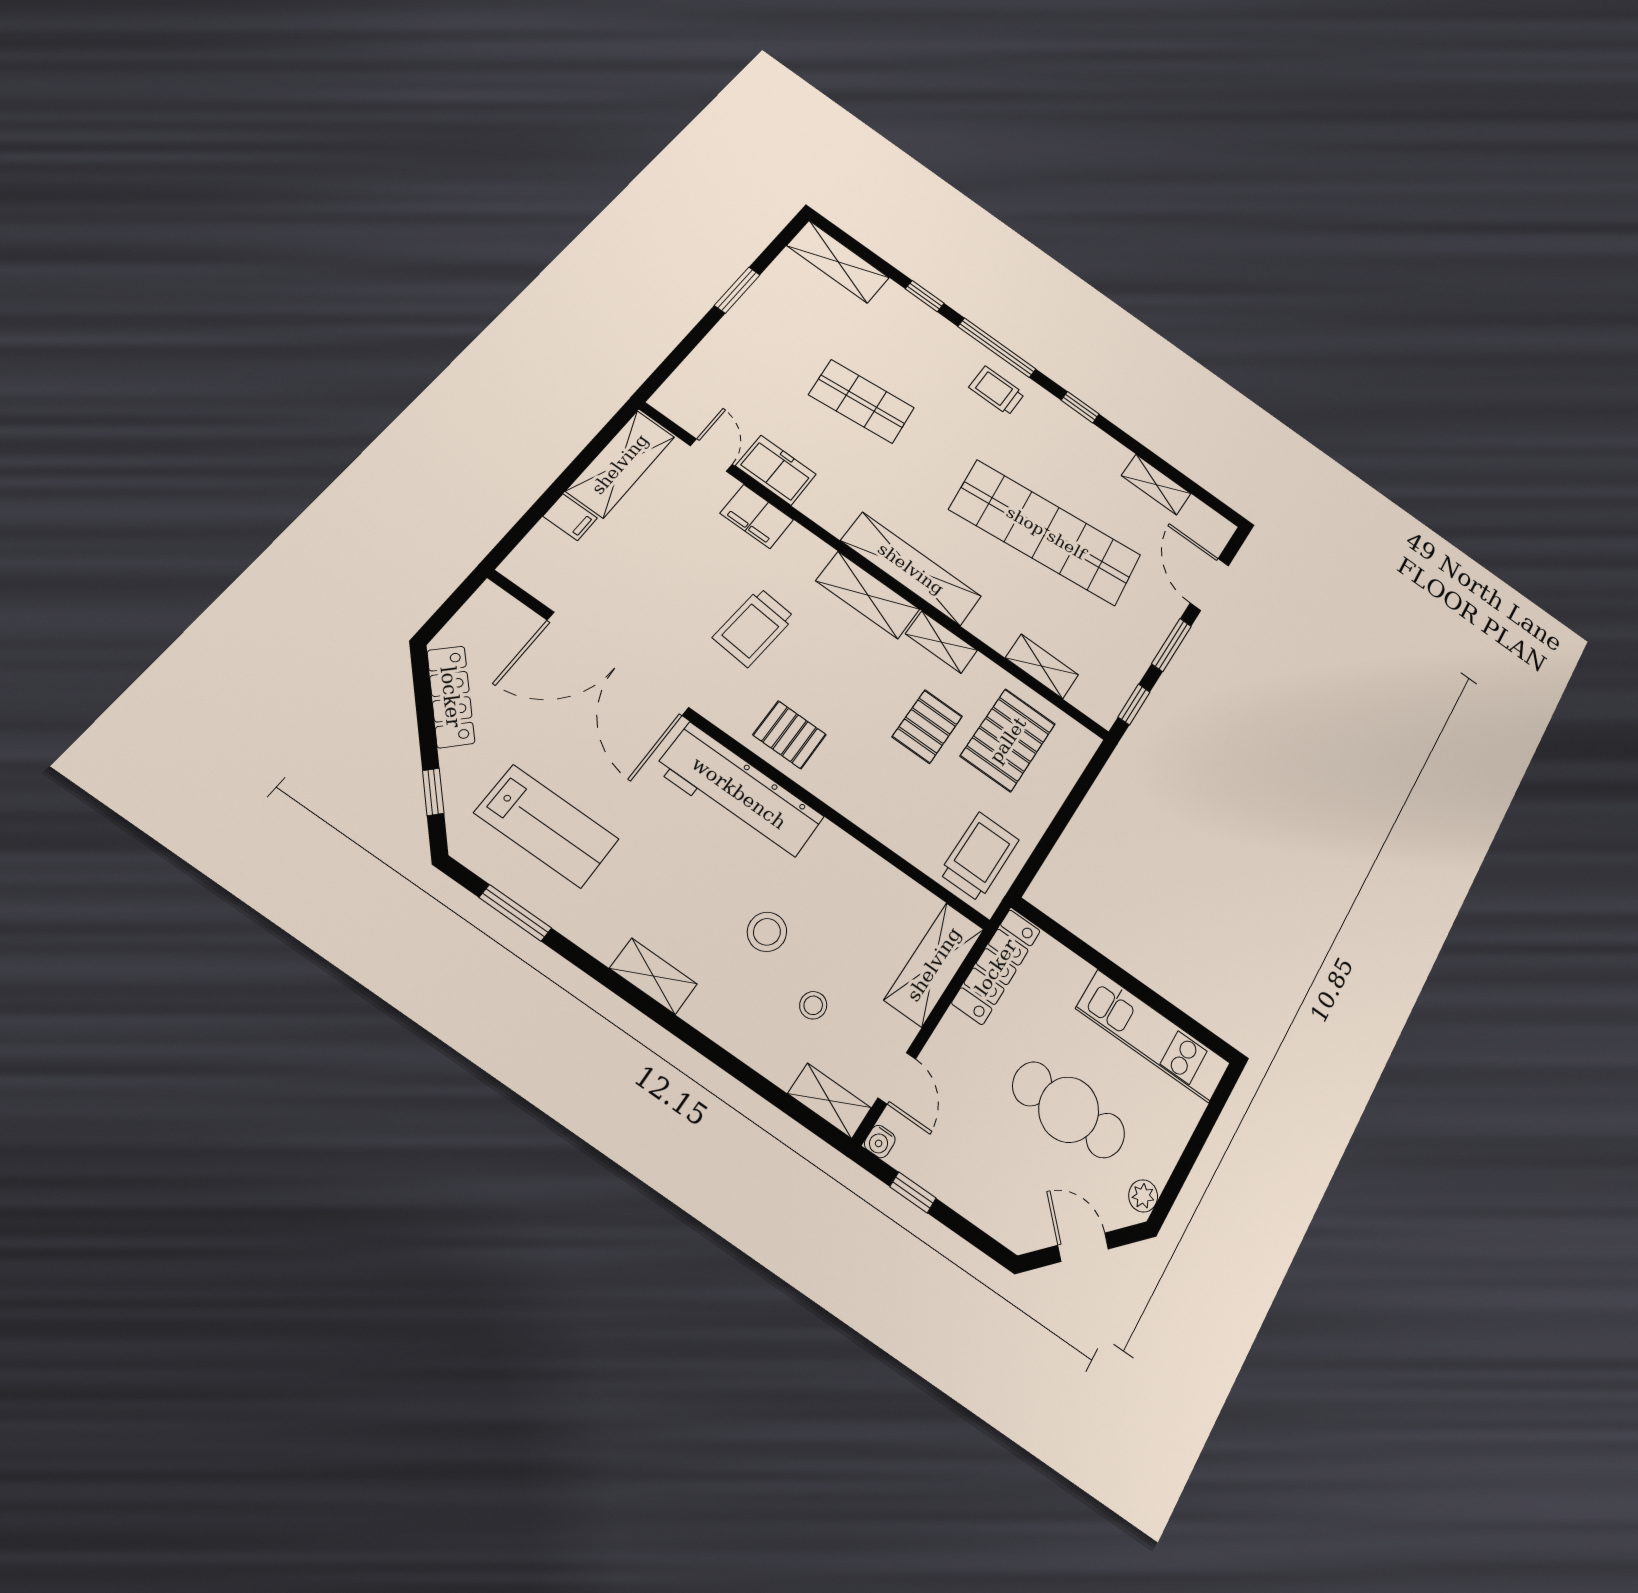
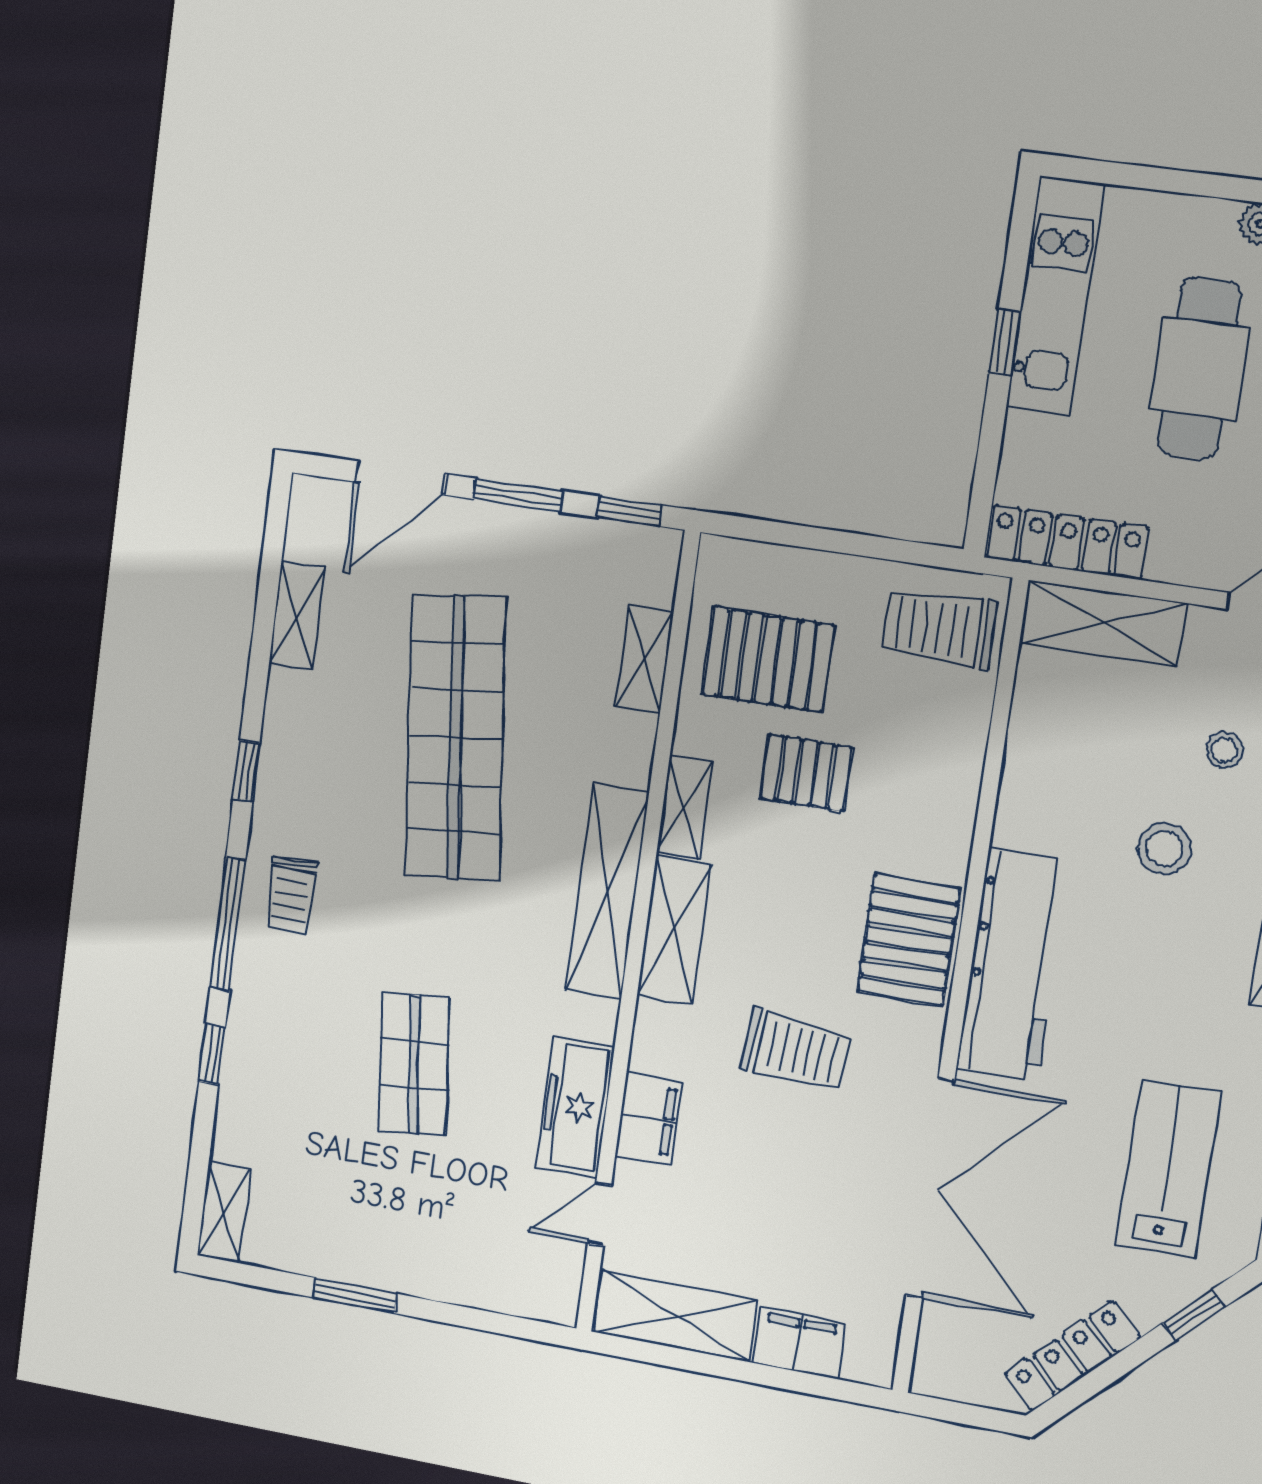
shelving: (838, 262) -> (224, 1212), width x0.67, depth x0.75
freezer: (776, 470) -> (575, 1107), width x1.40
filing cabinet: (570, 517) -> (799, 1343), width x2.00
pallet: (790, 735) -> (909, 940), width x1.50, depth x1.42
window: (1138, 989) -> (1005, 342), added

